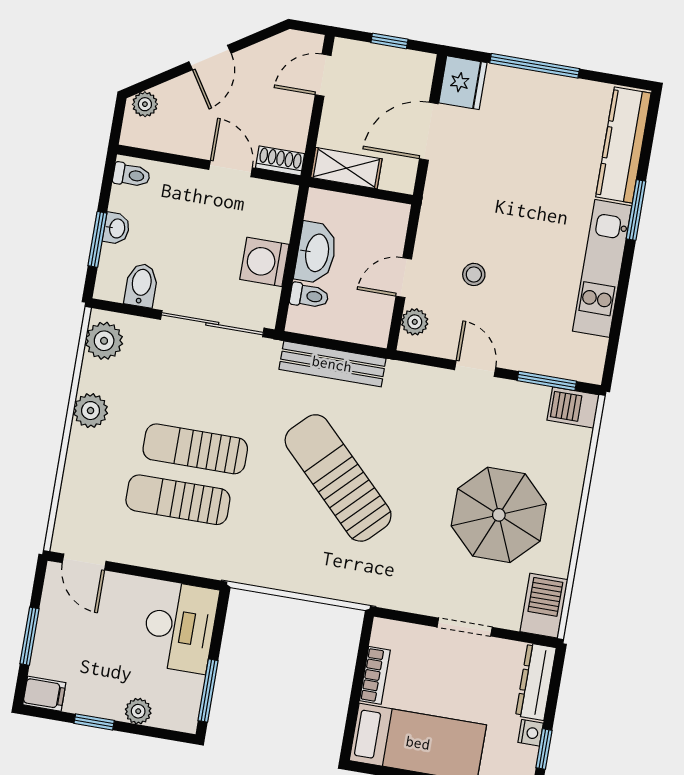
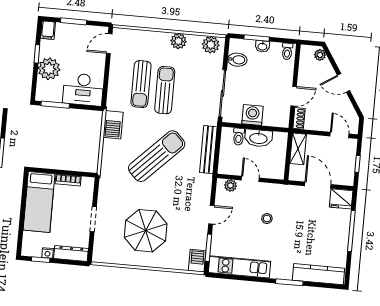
kitchen unit: (602, 268) -> (239, 267), moved
stool: (474, 274) -> (267, 218), moved
sun lounger: (178, 500) -> (141, 84), turned 180
barbecue: (544, 606) -> (113, 125), moved, turned 90
plant: (138, 711) -> (49, 69), width x1.88, depth x1.88

